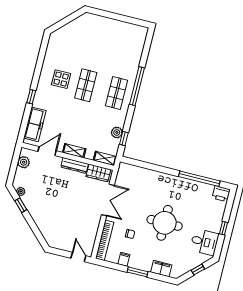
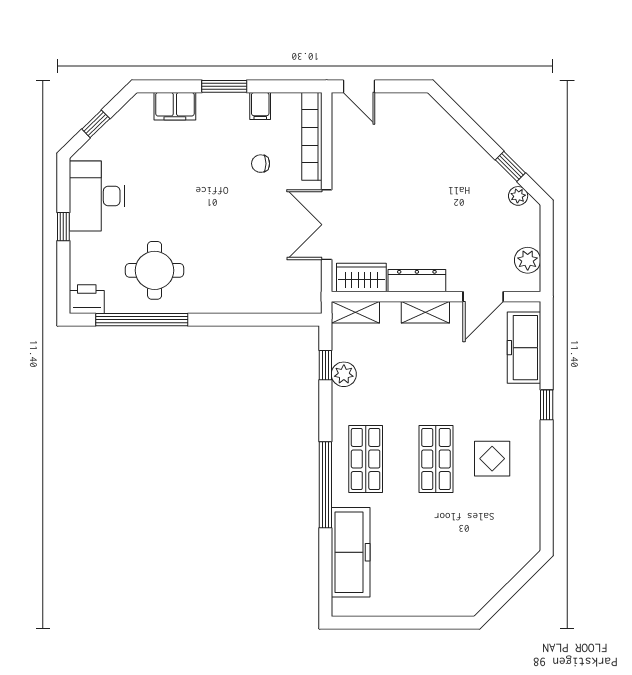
freezer: (133, 54) -> (351, 552), added
round table: (165, 223) -> (155, 270), moved, width x0.73, depth x0.73
desk: (204, 242) -> (97, 196), width x1.37

